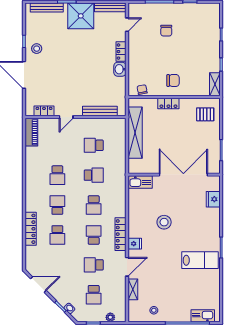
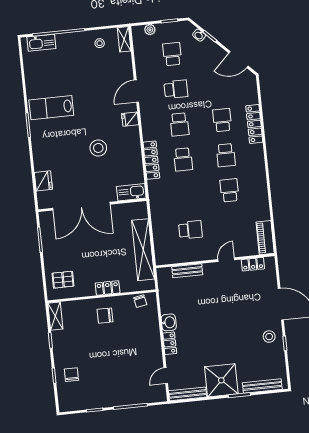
chair: (166, 31) -> (71, 375), moved
bench: (100, 111) -> (187, 271), width x0.73
school desk: (94, 175) -> (187, 195), removed
school desk: (94, 205) -> (183, 160), turned 180
locker: (120, 234) -> (151, 160), moved
shelving: (133, 289) -> (124, 39), moved

